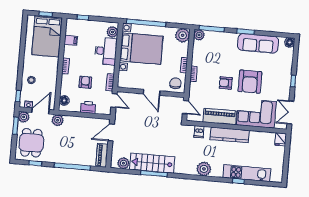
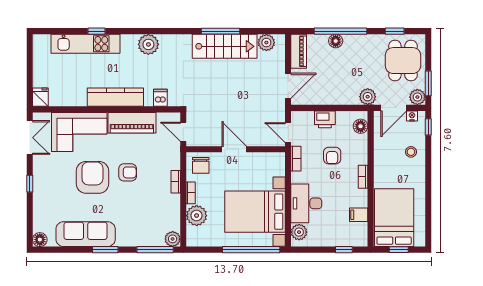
plant: (183, 35) -> (197, 216), moved
floor lamp: (76, 160) -> (336, 41), added

